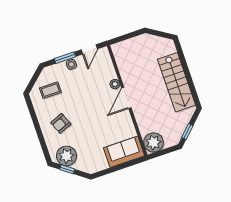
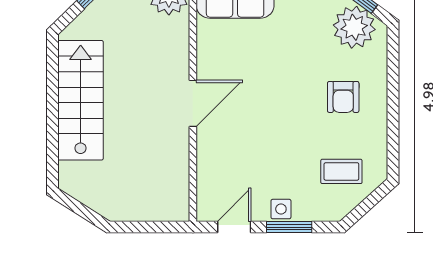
plant: (115, 84) -> (206, 139), removed
armchair: (61, 123) -> (343, 97), turned 112

